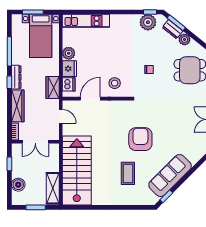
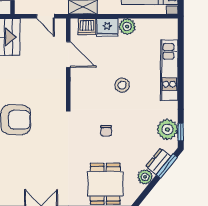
kitchen unit: (86, 21) -> (169, 70), moved
stool: (115, 83) -> (122, 85), moved
door: (61, 116) -> (45, 16), hinge flipped

